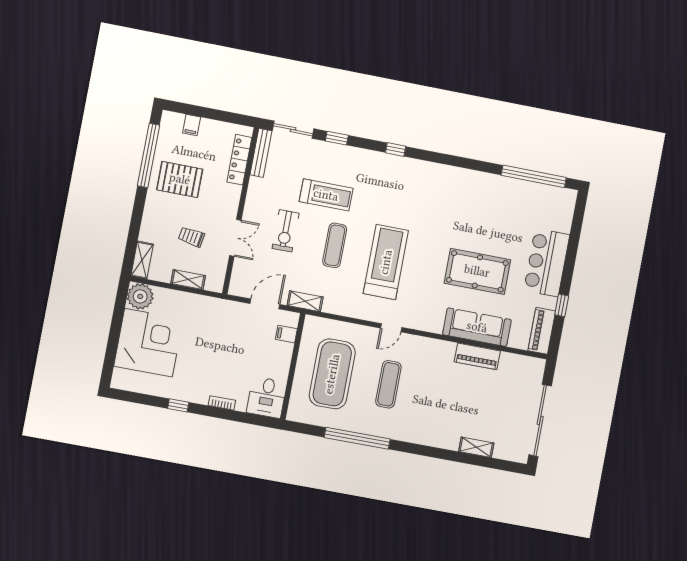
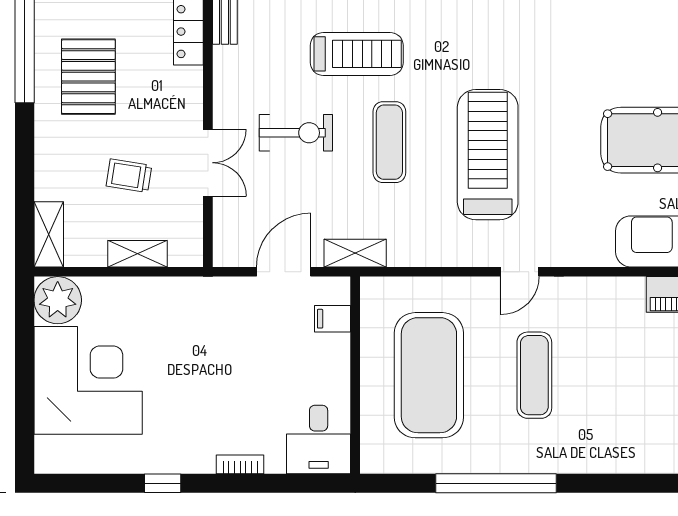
pallet: (180, 179) -> (88, 77), turned 90
exercise bike: (286, 231) -> (296, 133), turned -90

